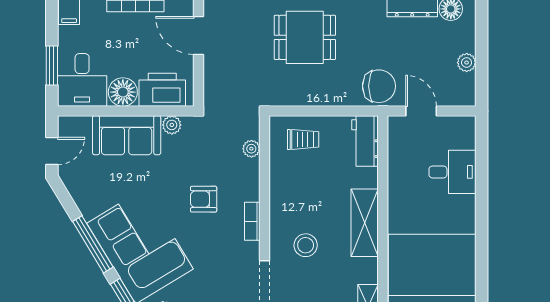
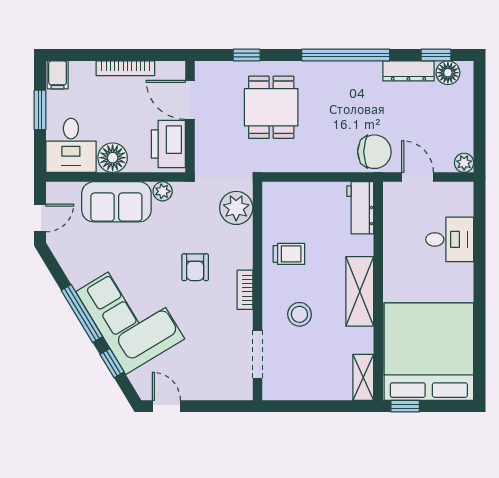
dining table: (305, 37) -> (271, 107), moved, turned 90
plant: (467, 63) -> (464, 163), moved
window: (52, 65) -> (40, 110), moved
printer: (162, 90) -> (168, 144), moved, turned -90
trolley: (303, 139) -> (289, 254), moved
plant: (251, 149) -> (236, 208), width x1.88, depth x1.88
armchair: (204, 199) -> (195, 267), turned -90

